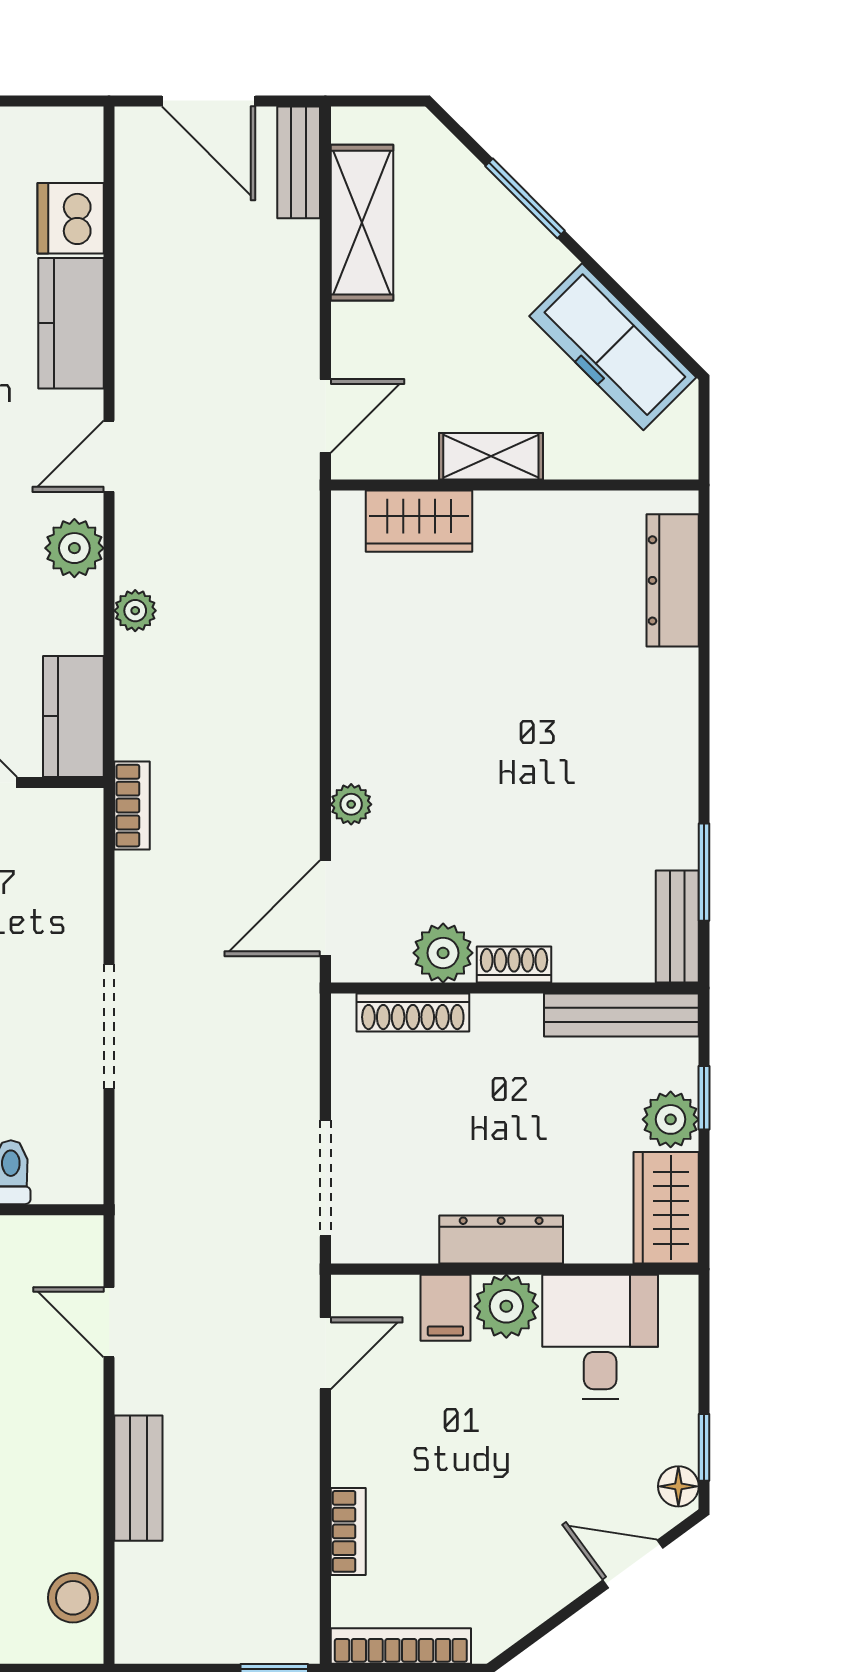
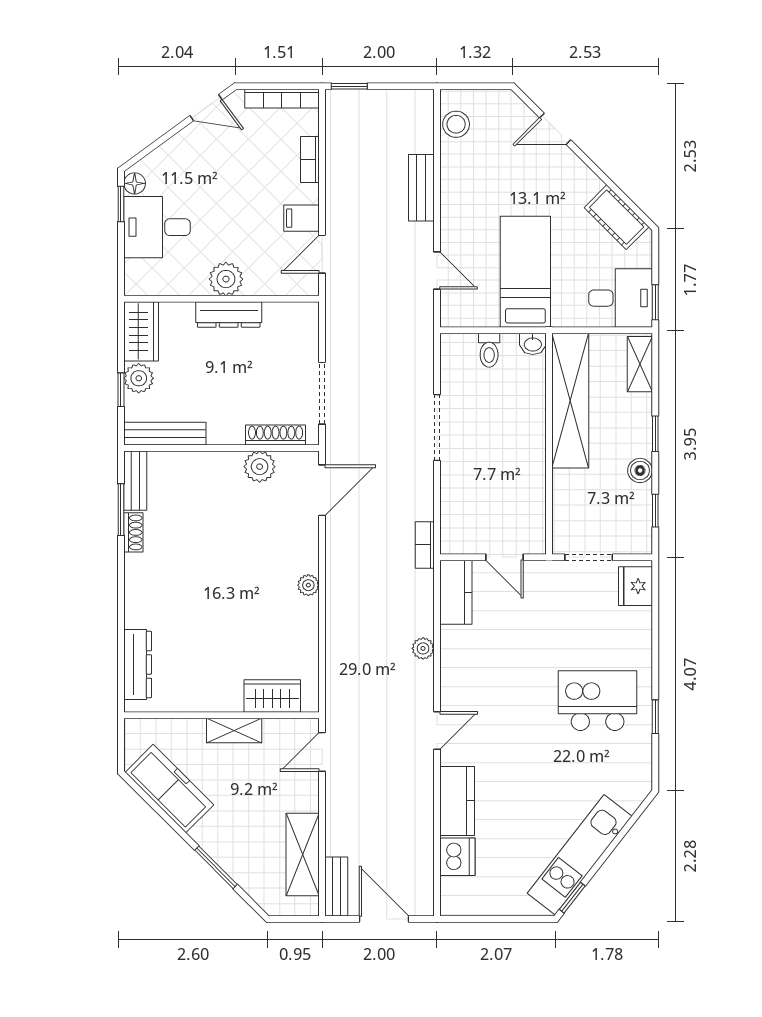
plant: (74, 548) -> (455, 682), removed
plant: (351, 804) -> (308, 585), moved
shoe rack: (514, 965) -> (133, 532), moved, turned -90
doorway: (325, 1178) -> (322, 393), moved
filing cabinet: (445, 1308) -> (302, 218), moved, turned -90
desk: (600, 1337) -> (157, 227), moved, turned 90
door: (633, 1564) -> (206, 108), moved

